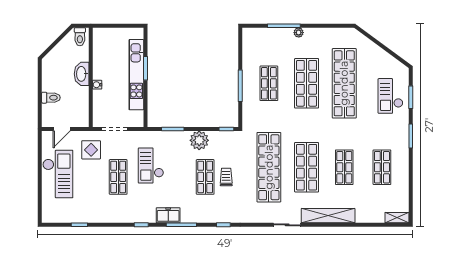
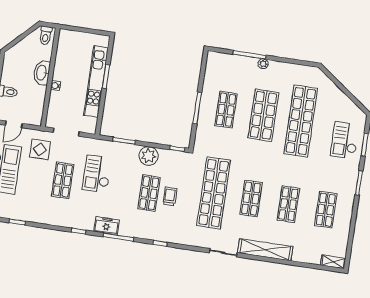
shop shelf: (307, 167) -> (251, 198), width x0.70, depth x0.74

